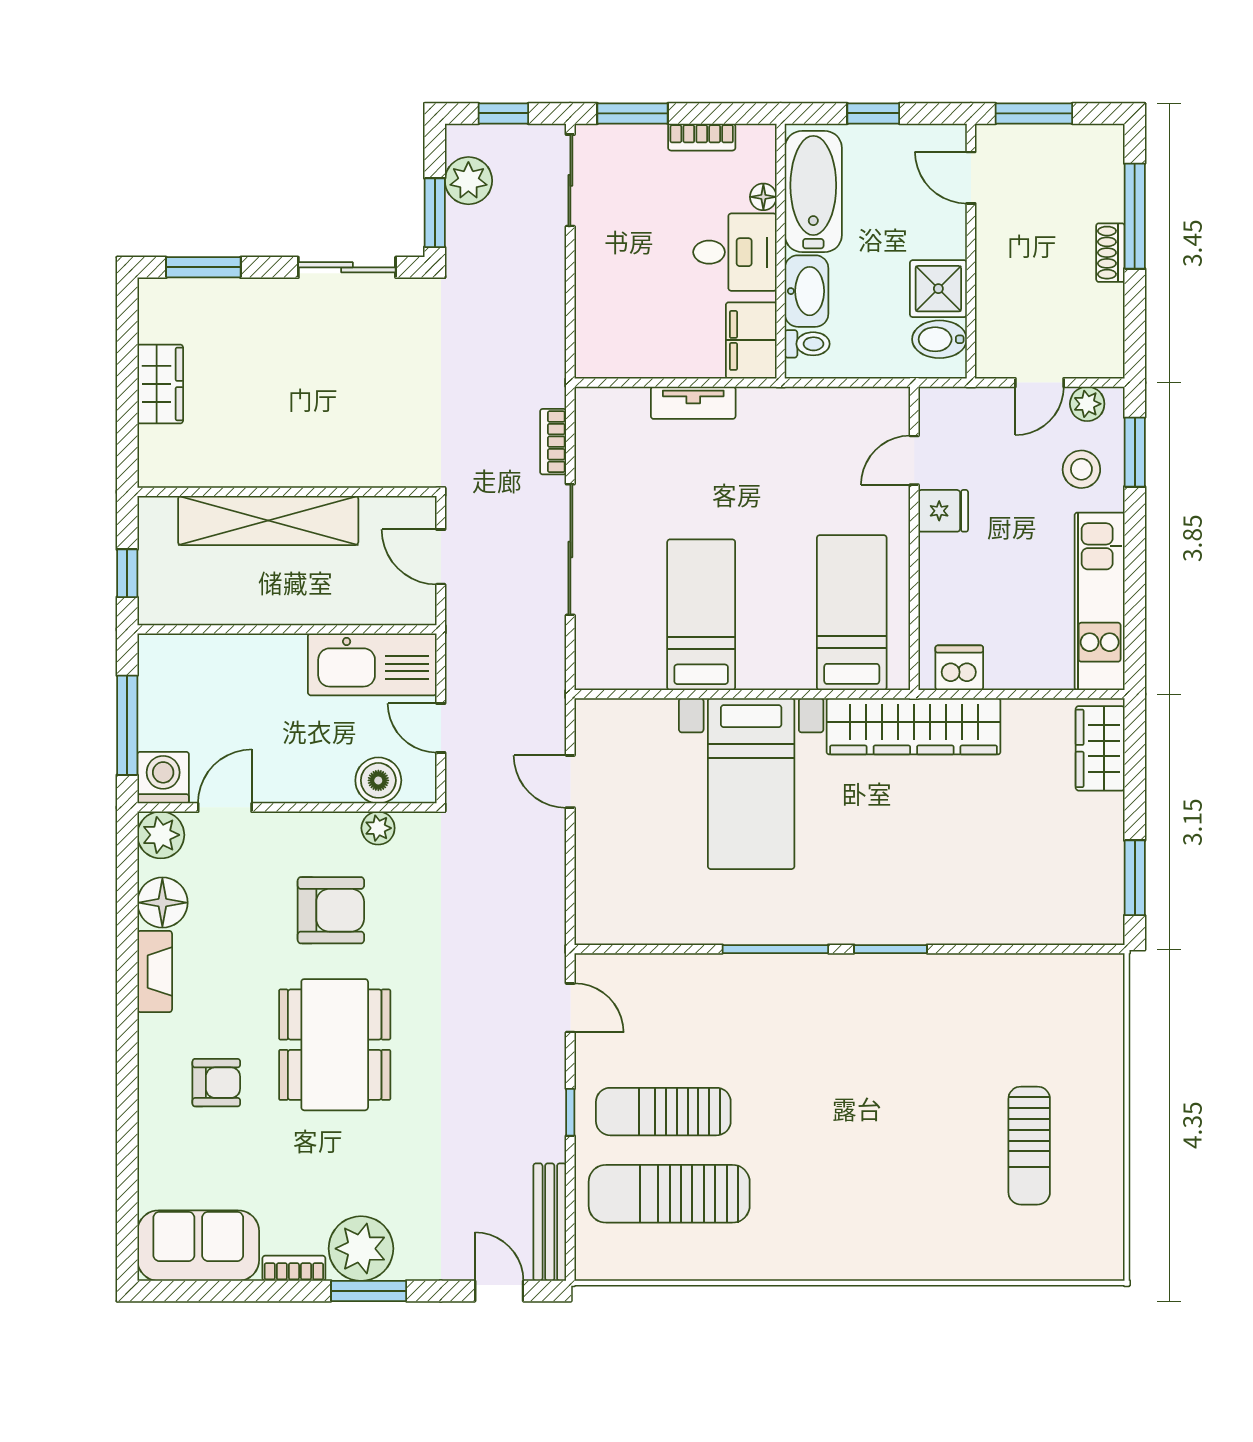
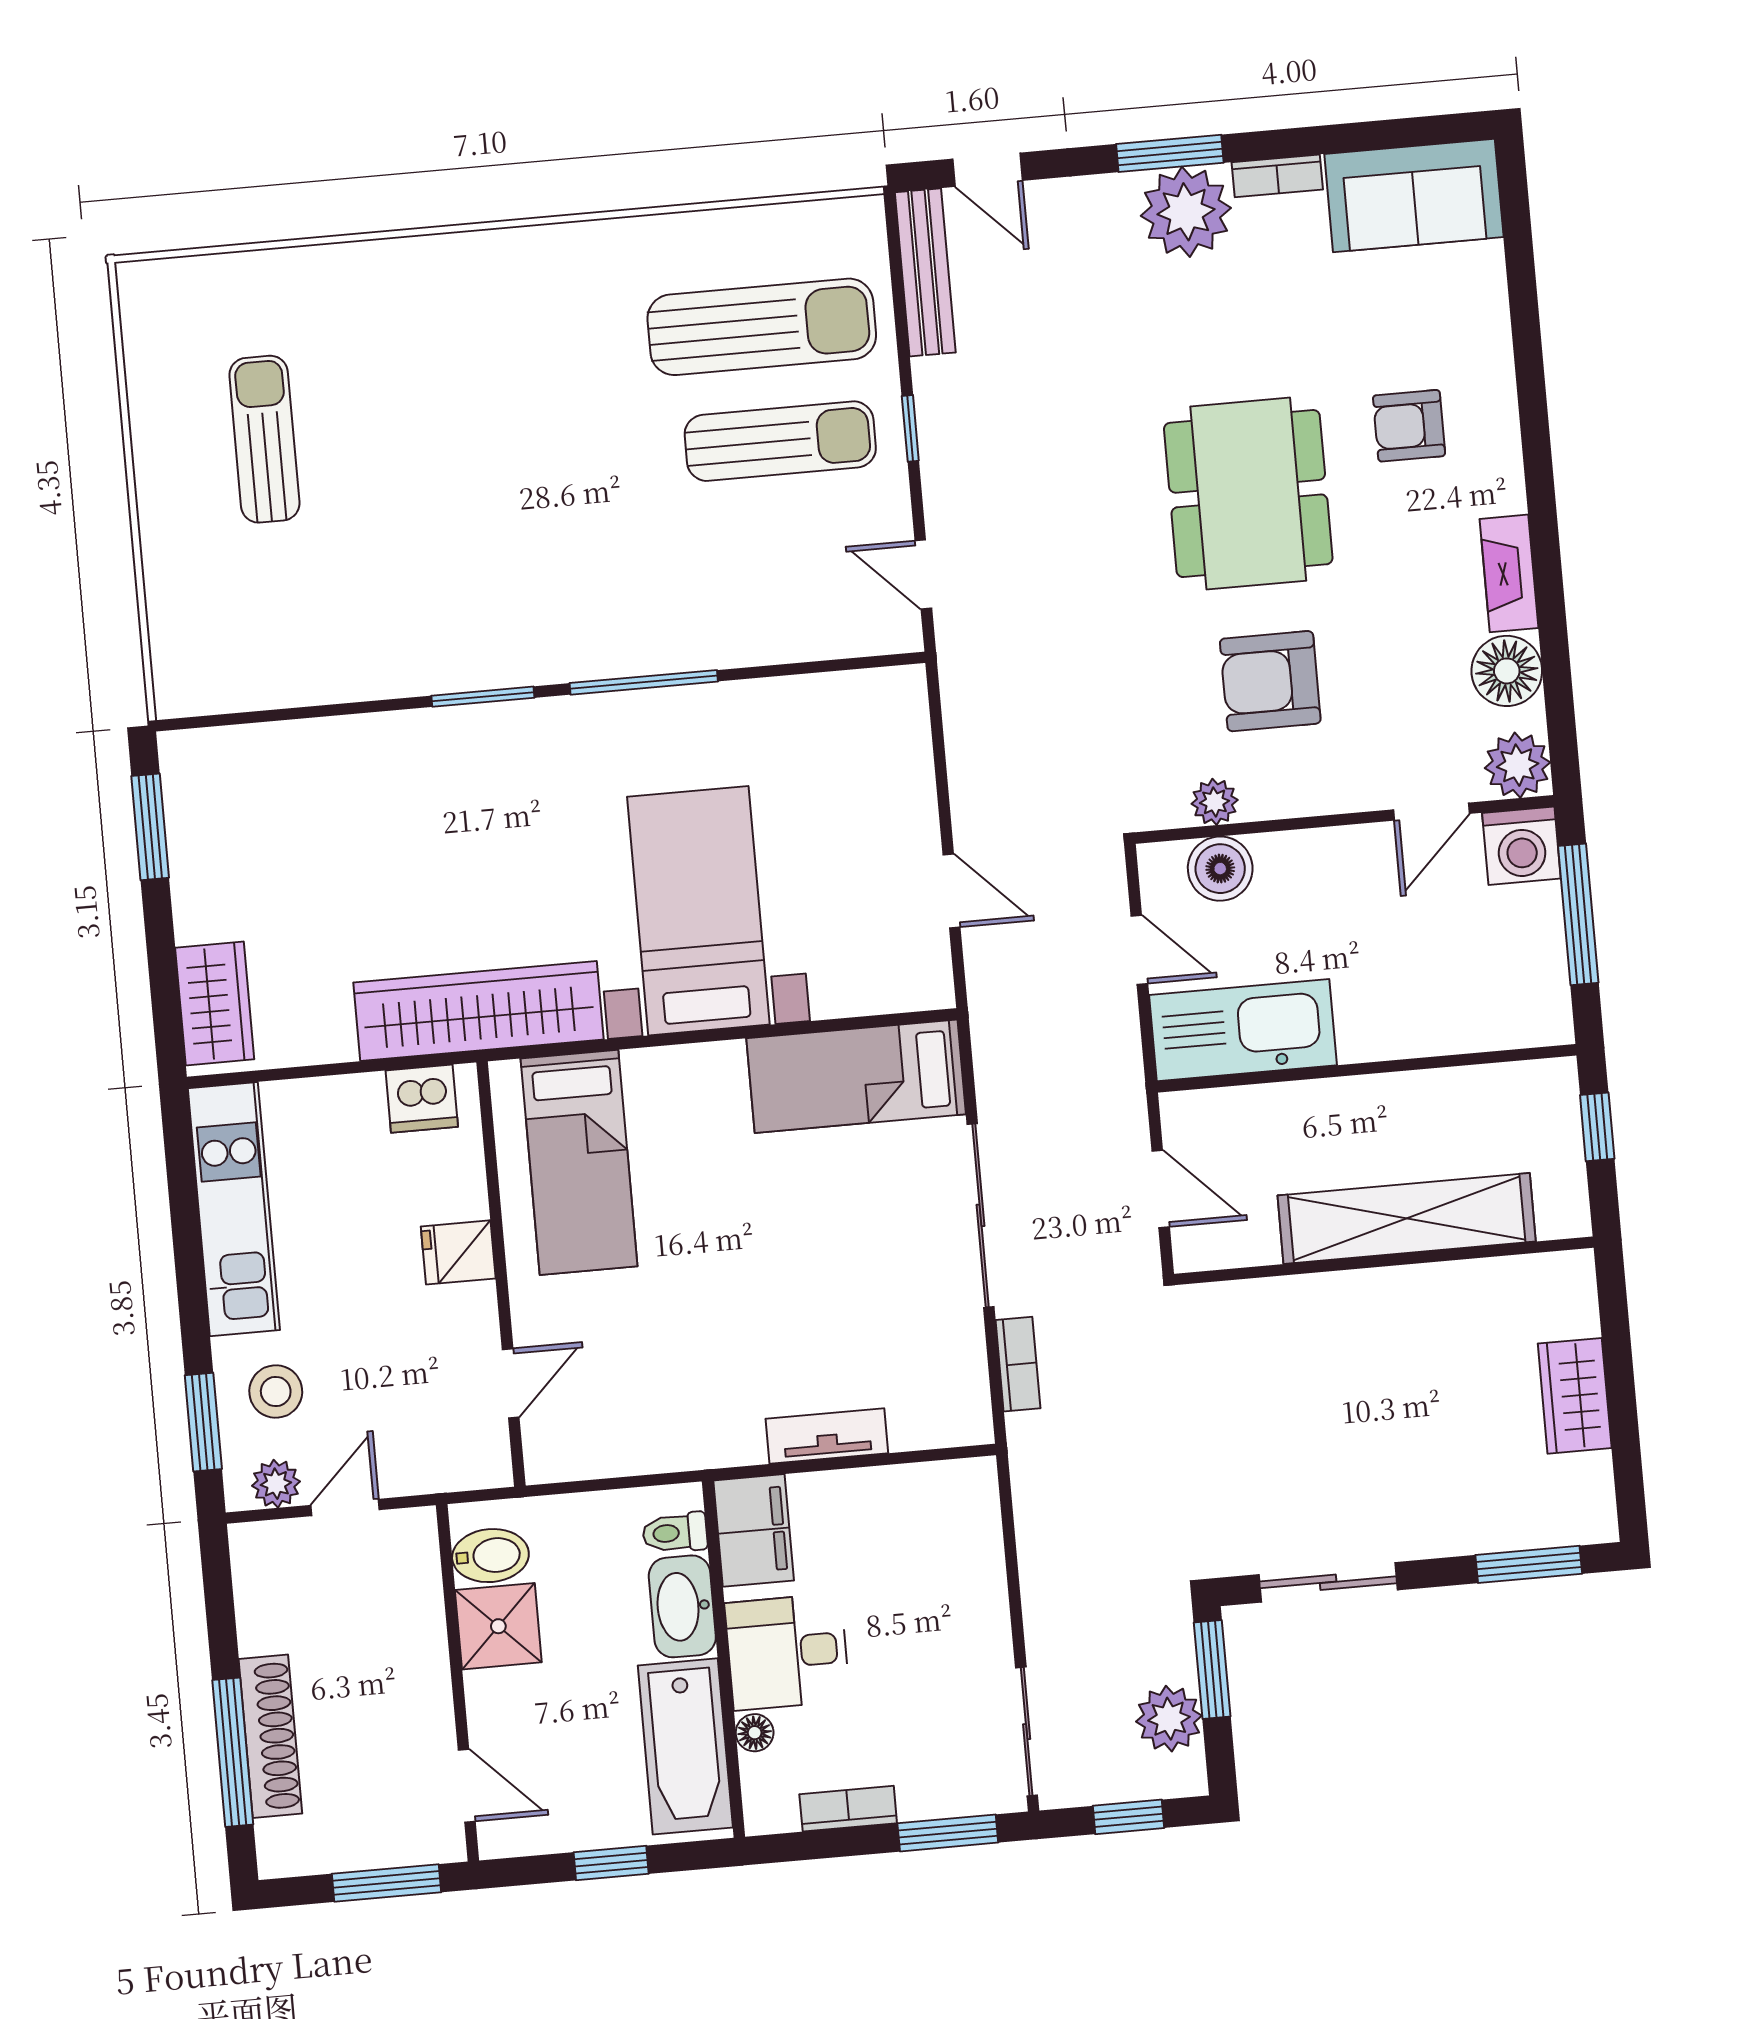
shoe rack: (1110, 253) -> (270, 1736), width x1.94, depth x1.24
fridge: (943, 511) -> (458, 1252), moved
bed: (701, 615) -> (856, 1076), moved, turned 90

